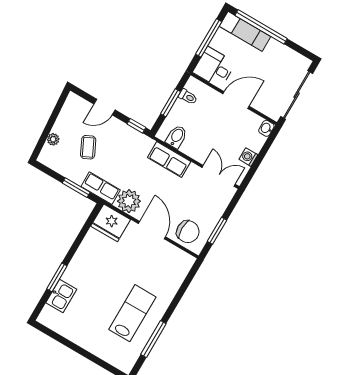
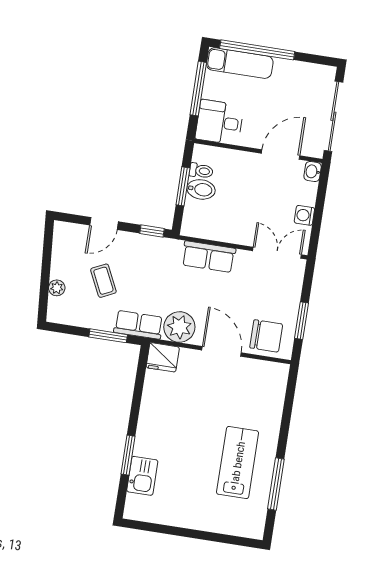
door: (236, 100) -> (281, 154), moved
bidet: (176, 137) -> (201, 189), moved, turned 90
fridge: (111, 223) -> (163, 357), width x0.73, depth x0.75

